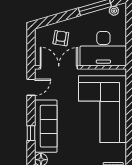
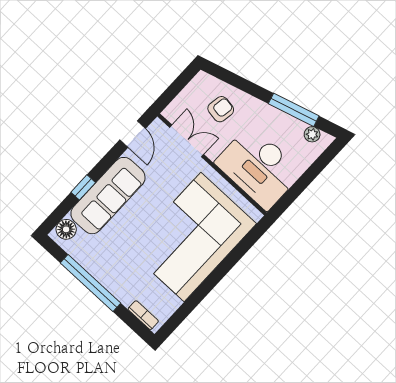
double door: (59, 67) -> (187, 141), width x0.73
door: (31, 87) -> (133, 134), hinge flipped

